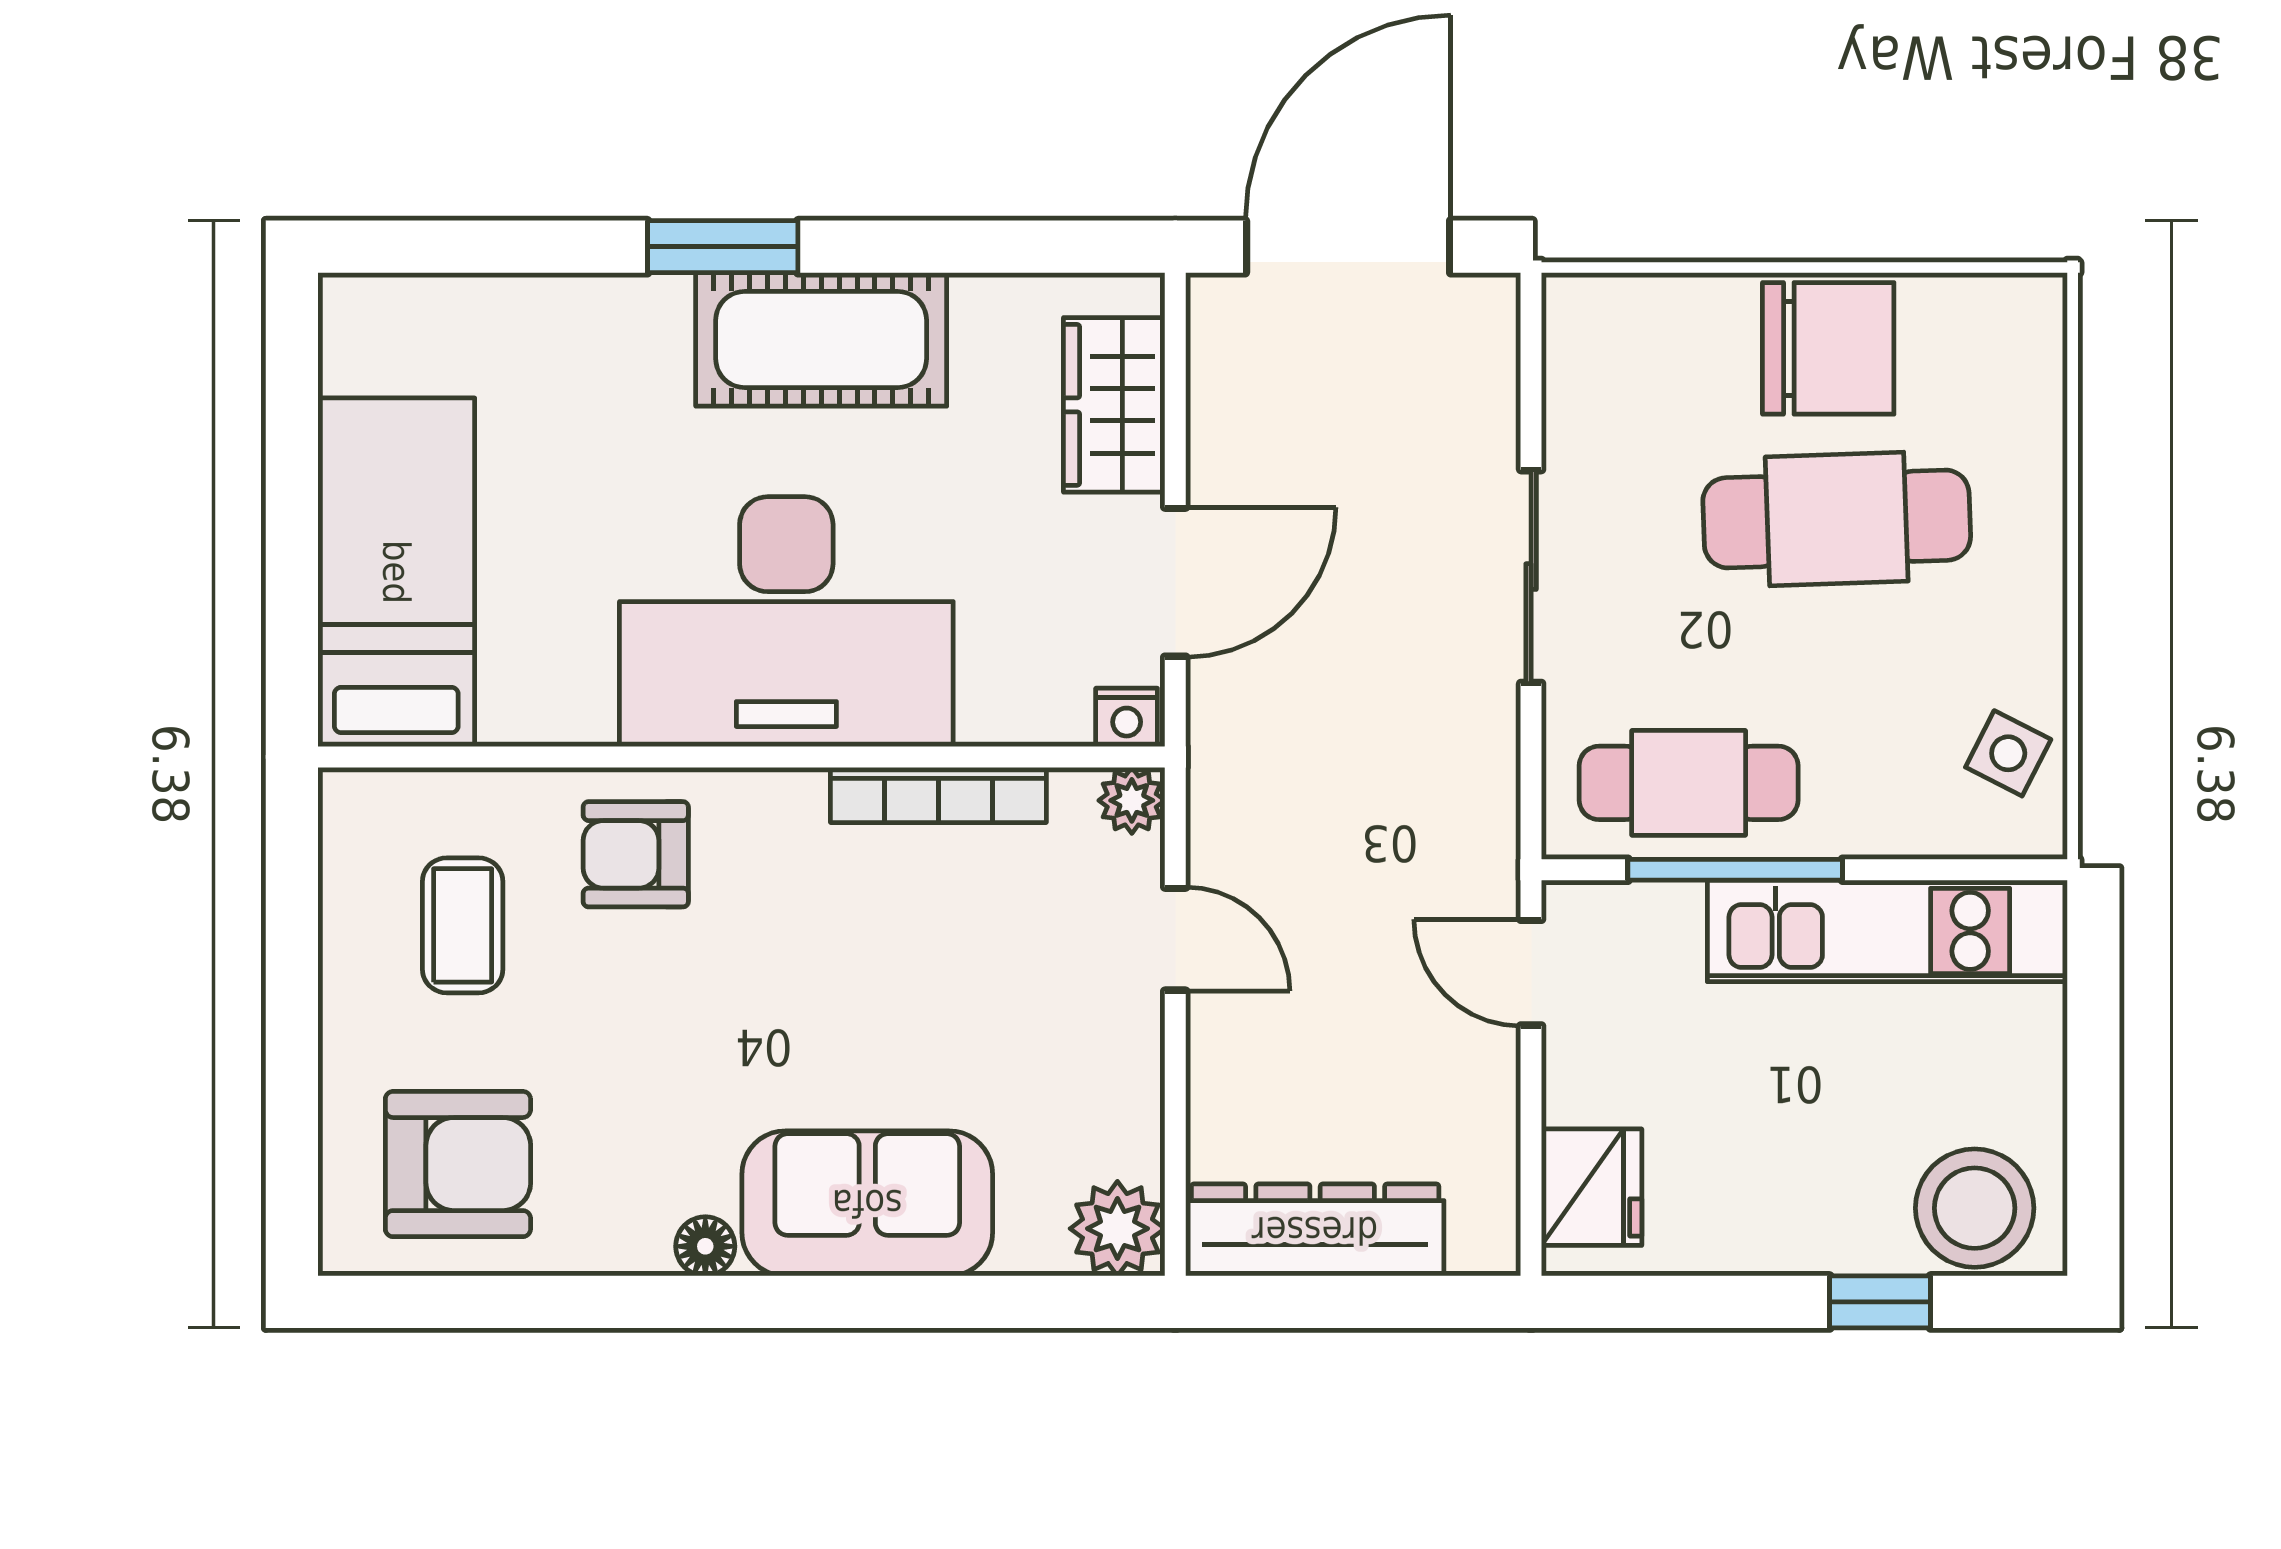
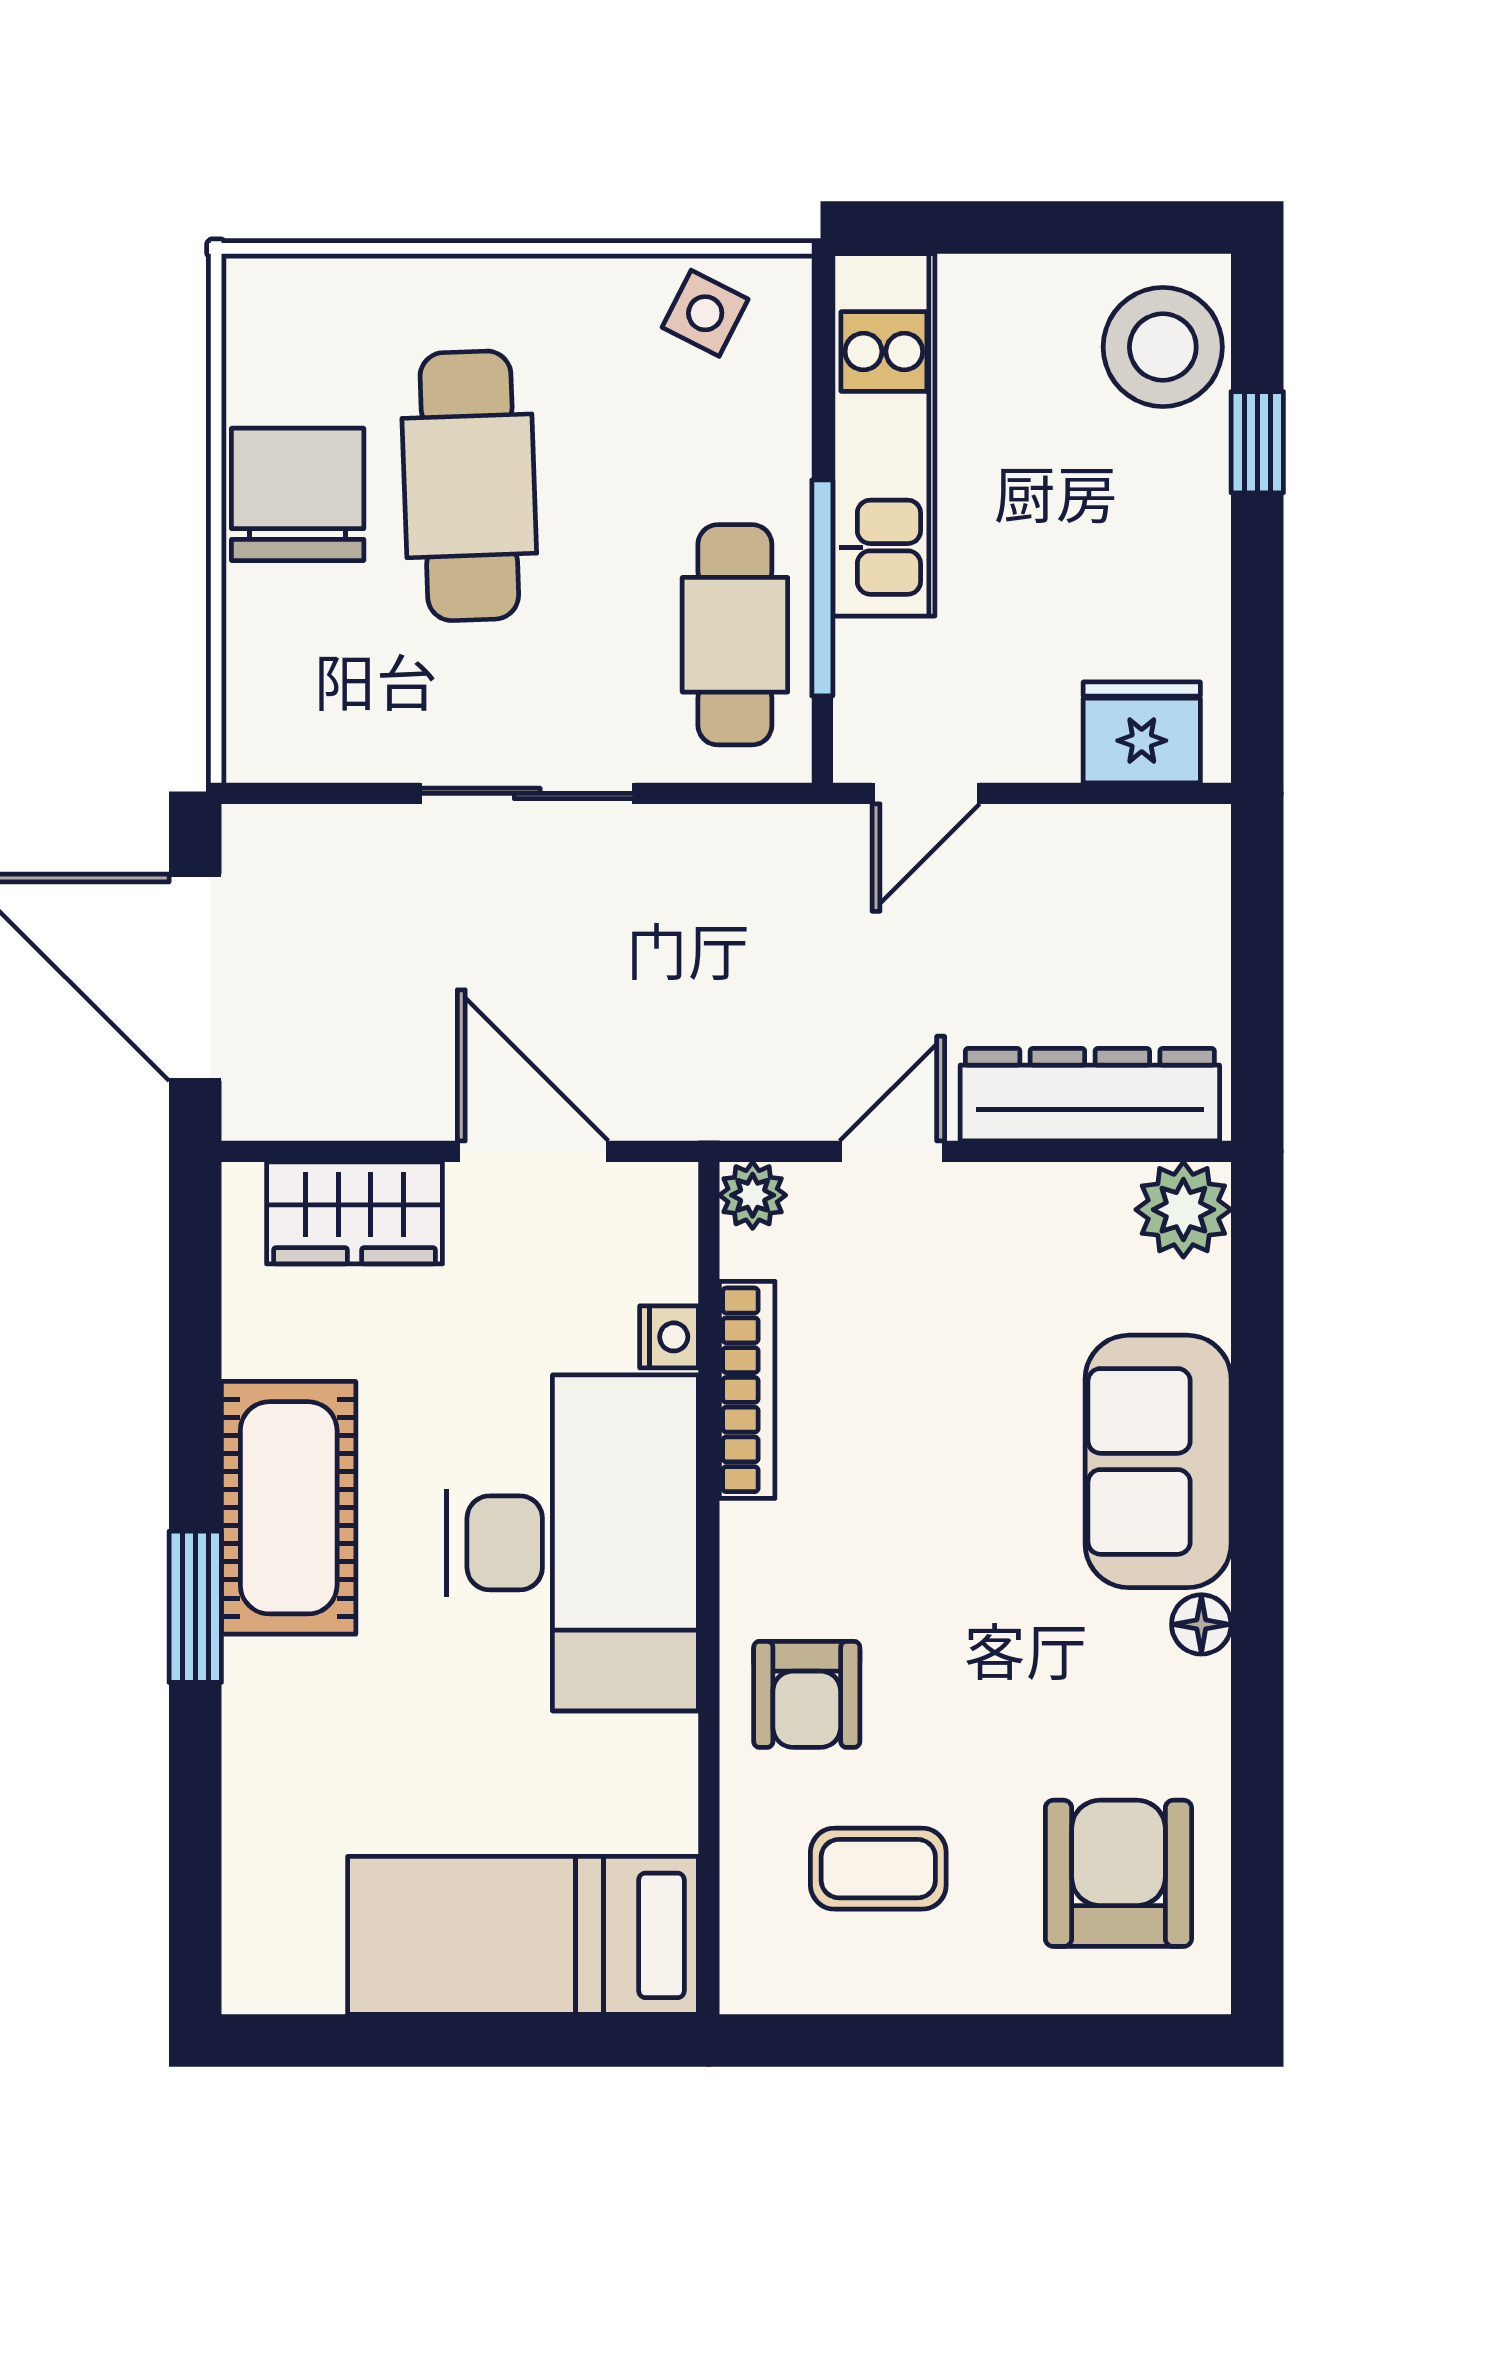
nightstand: (1127, 717) -> (669, 1337), moved
dresser: (1315, 1230) -> (1090, 1095), moved, turned 90

